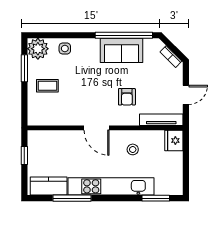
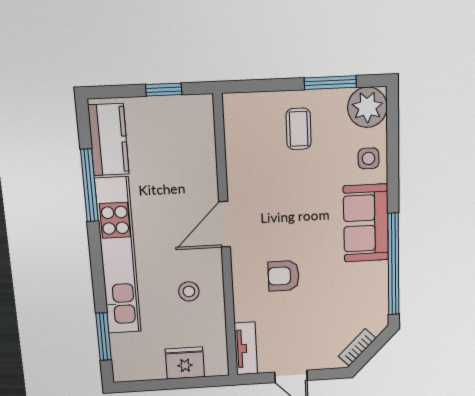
sofa: (121, 50) -> (366, 223), moved
tv unit: (161, 120) -> (246, 348), width x0.71
fridge: (174, 140) -> (185, 363), moved

